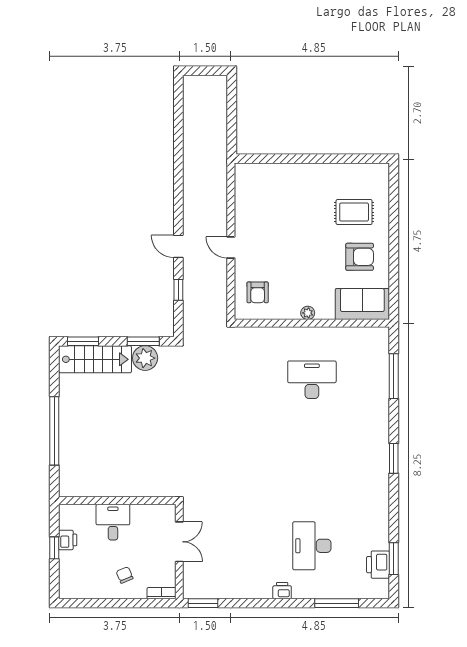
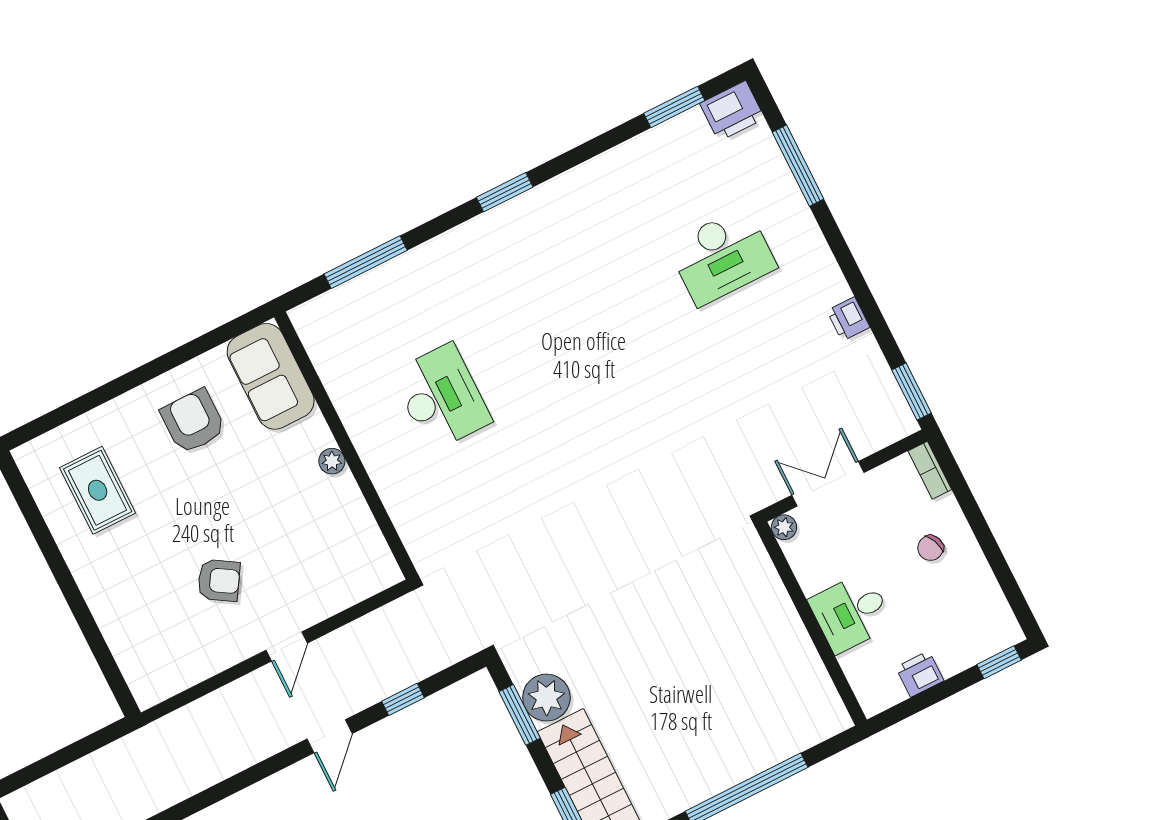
rug: (354, 212) -> (98, 490), moved
armchair: (258, 292) -> (219, 580), moved, turned 32
desk: (312, 380) -> (441, 397), turned 180
plant: (169, 511) -> (784, 527), added
window: (54, 548) -> (999, 662), moved
printer: (378, 565) -> (732, 111), moved
printer: (282, 591) -> (848, 319), moved

